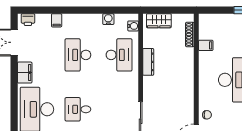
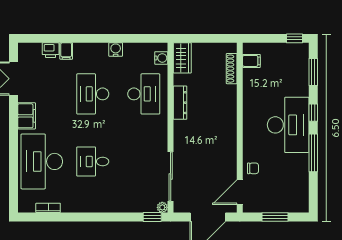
water cooler: (108, 19) -> (116, 49), moved
printer: (28, 20) -> (51, 50), moved
wardrobe: (159, 21) -> (182, 58), moved, turned -90
filing cabinet: (206, 45) -> (251, 61), moved

